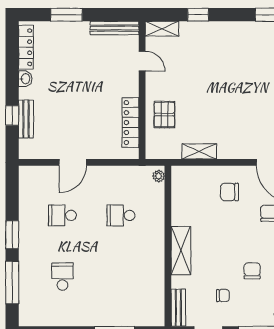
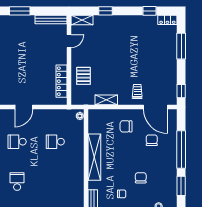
door: (142, 61) -> (69, 41), hinge flipped
trolley: (247, 139) -> (137, 92), added
shelving: (181, 250) -> (94, 157), width x1.47

